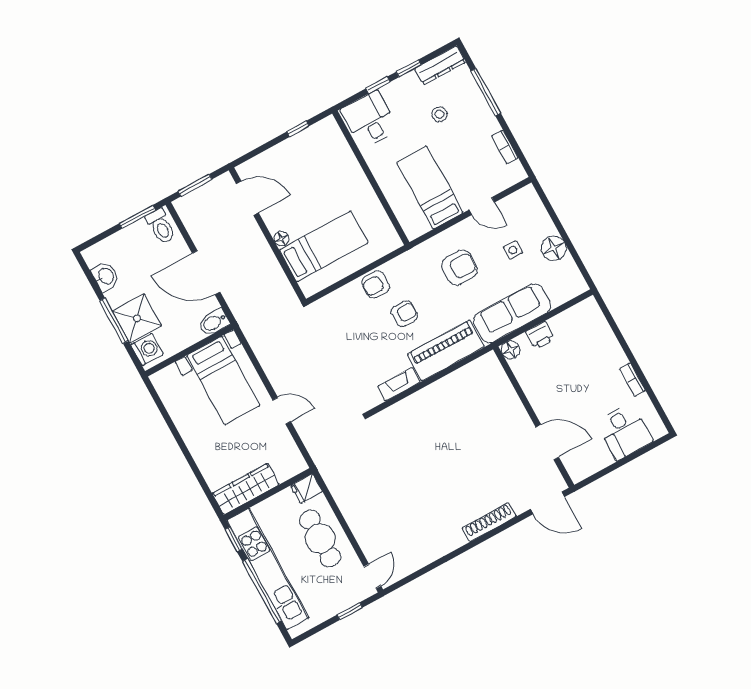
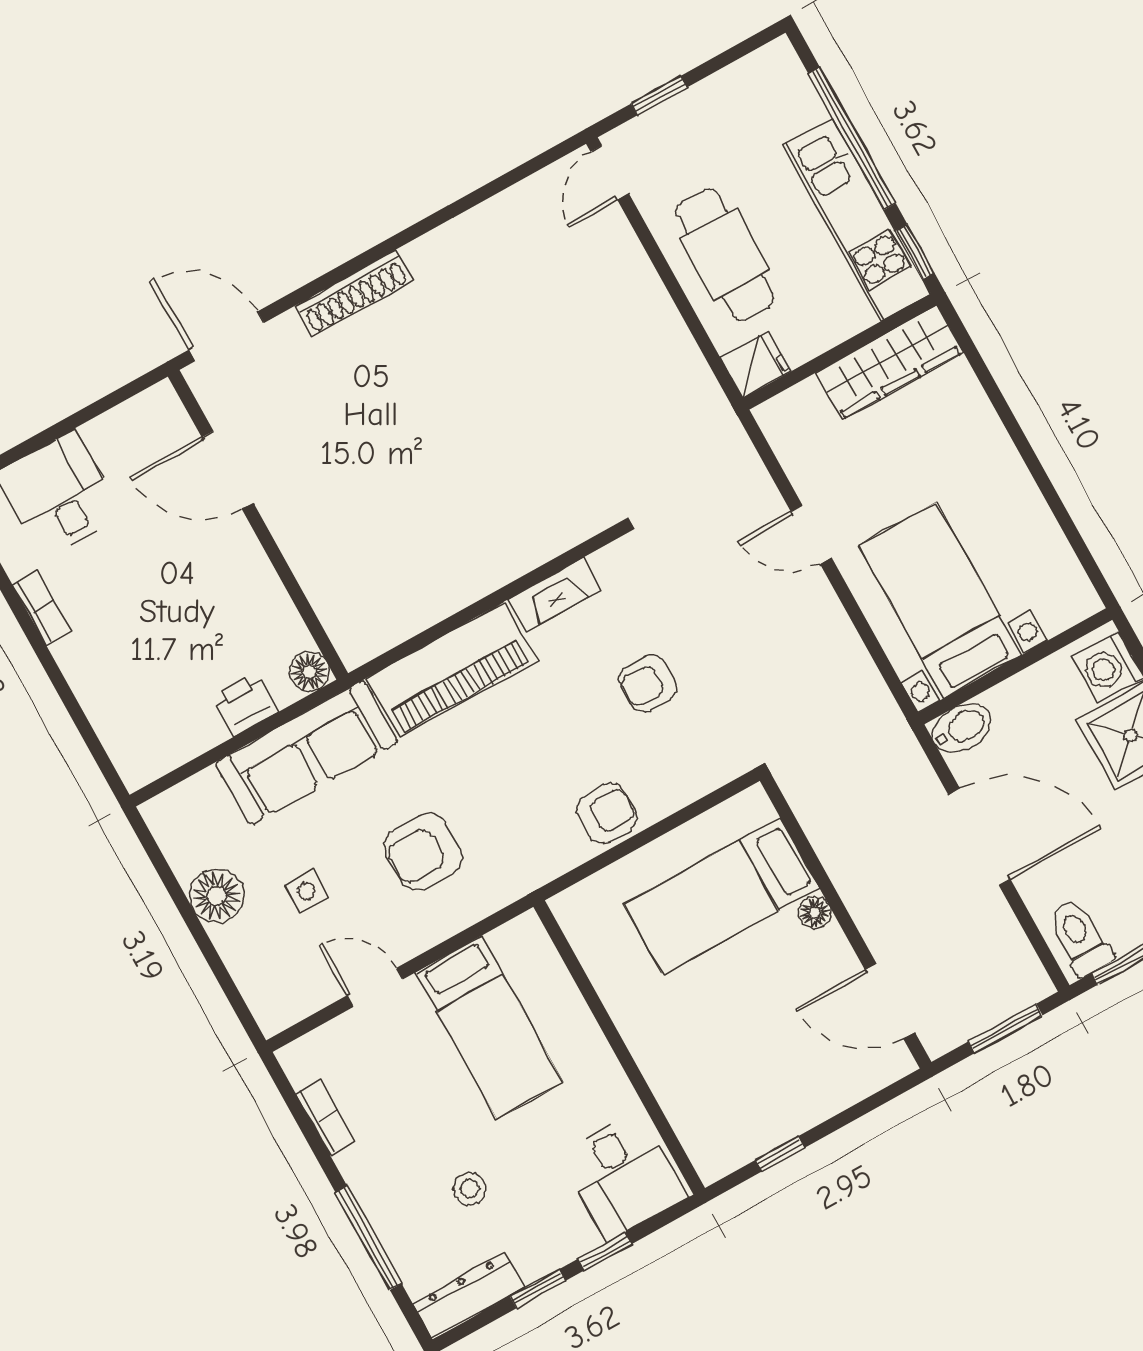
armchair: (404, 314) -> (648, 683), moved
kitchen unit: (268, 569) -> (857, 219), width x0.73

